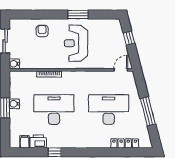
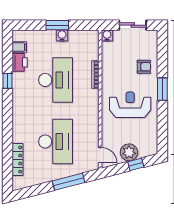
window: (78, 15) -> (162, 89), moved
plant: (118, 44) -> (129, 152), added
window: (148, 111) -> (69, 182), moved

